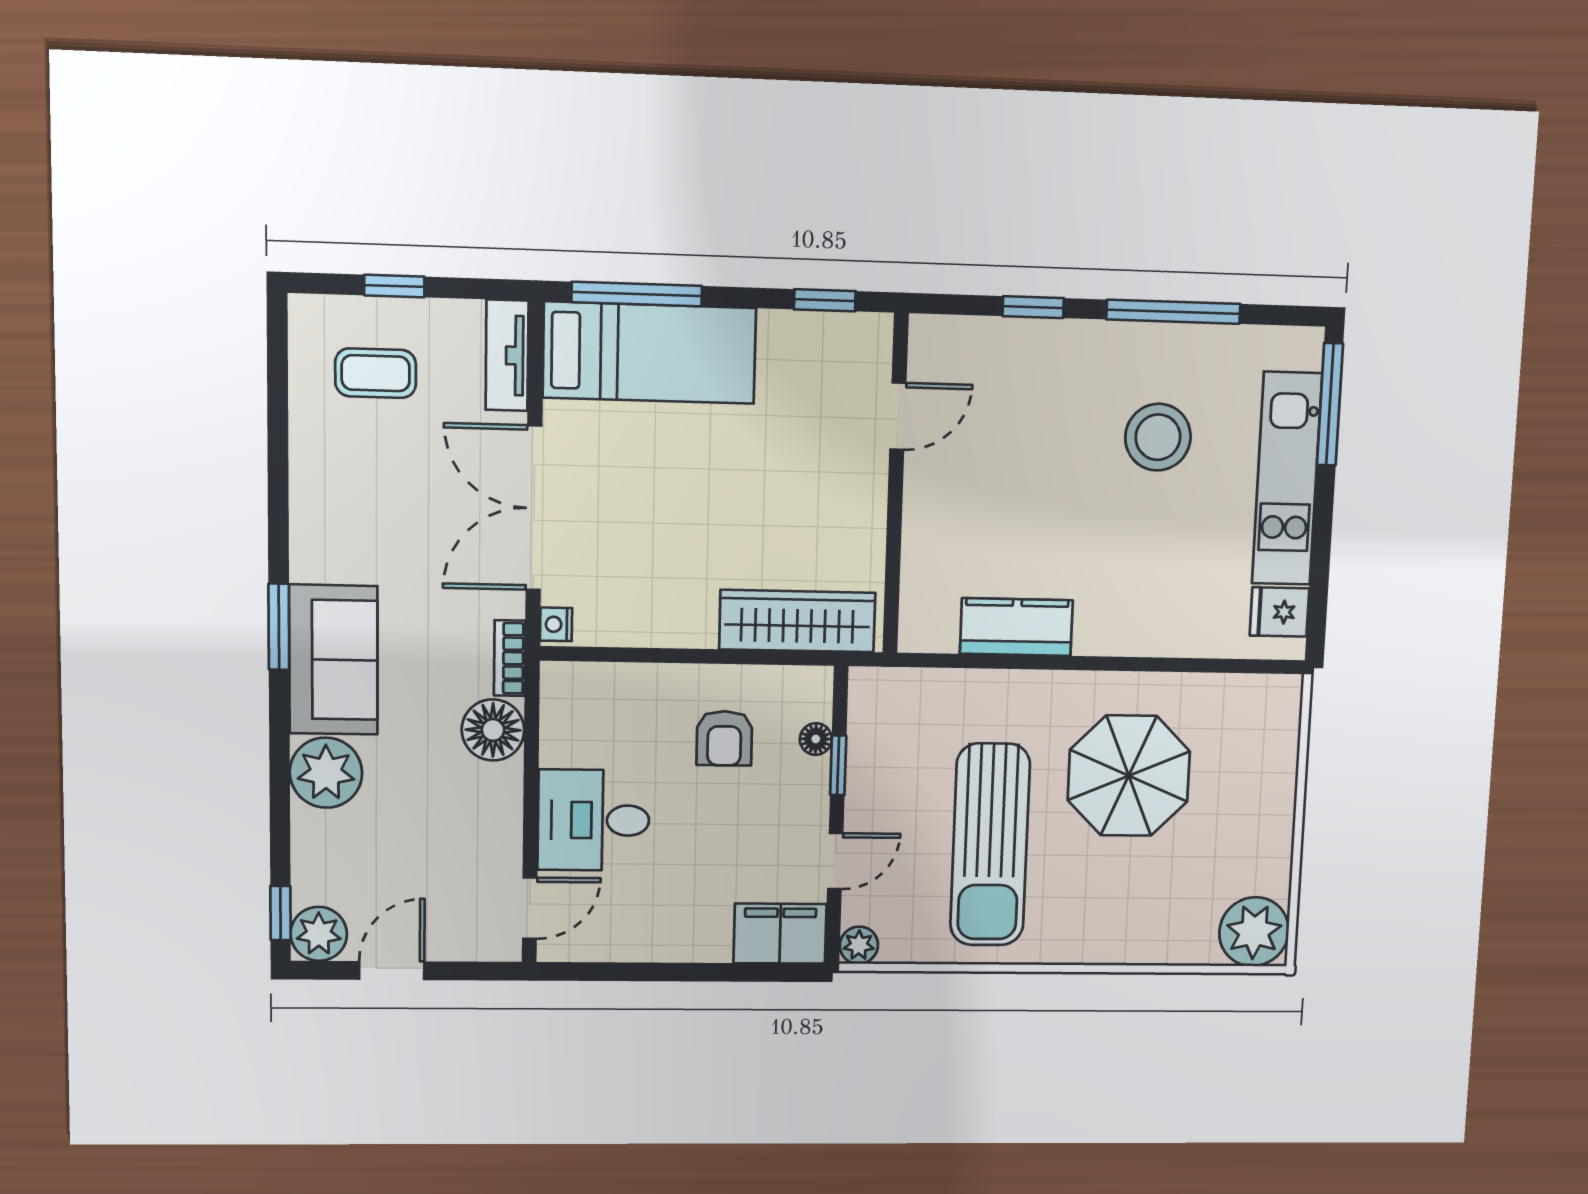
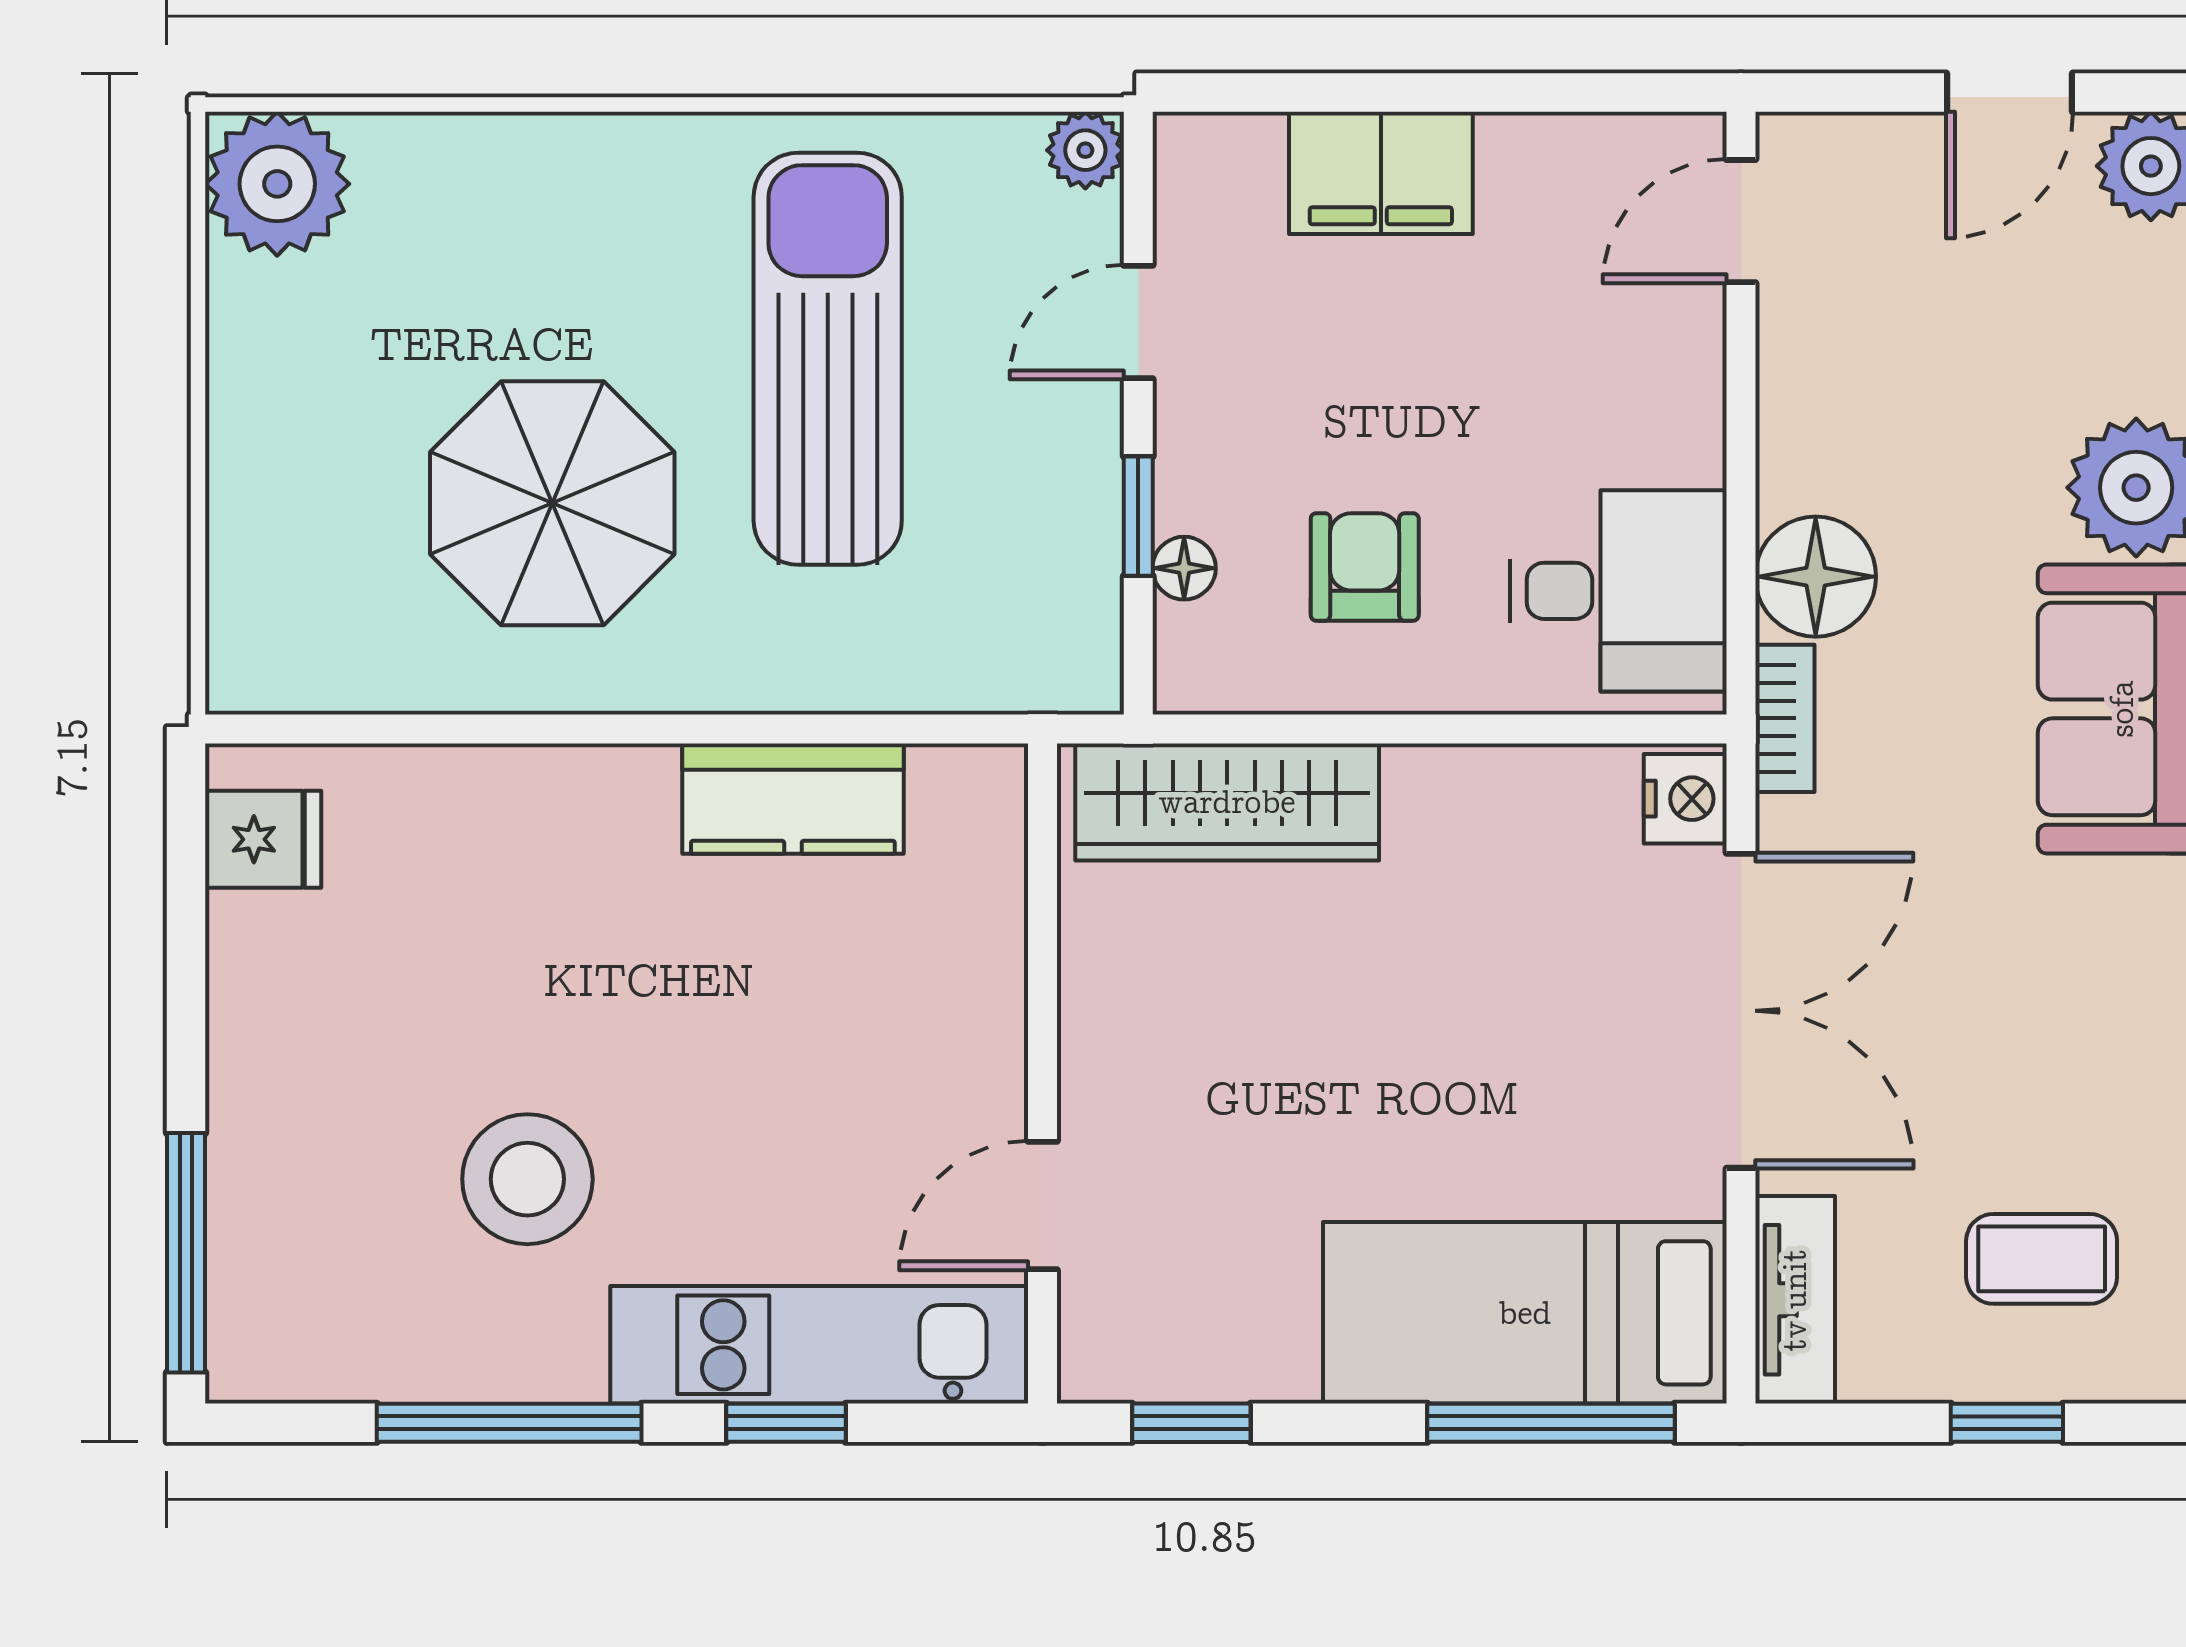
kitchen unit: (1287, 479) -> (819, 1345), moved, turned -90
nightstand: (556, 624) -> (1685, 799), width x1.39, depth x1.35
desk: (594, 820) -> (1618, 591), moved
filing cabinet: (780, 934) -> (1381, 173), moved

